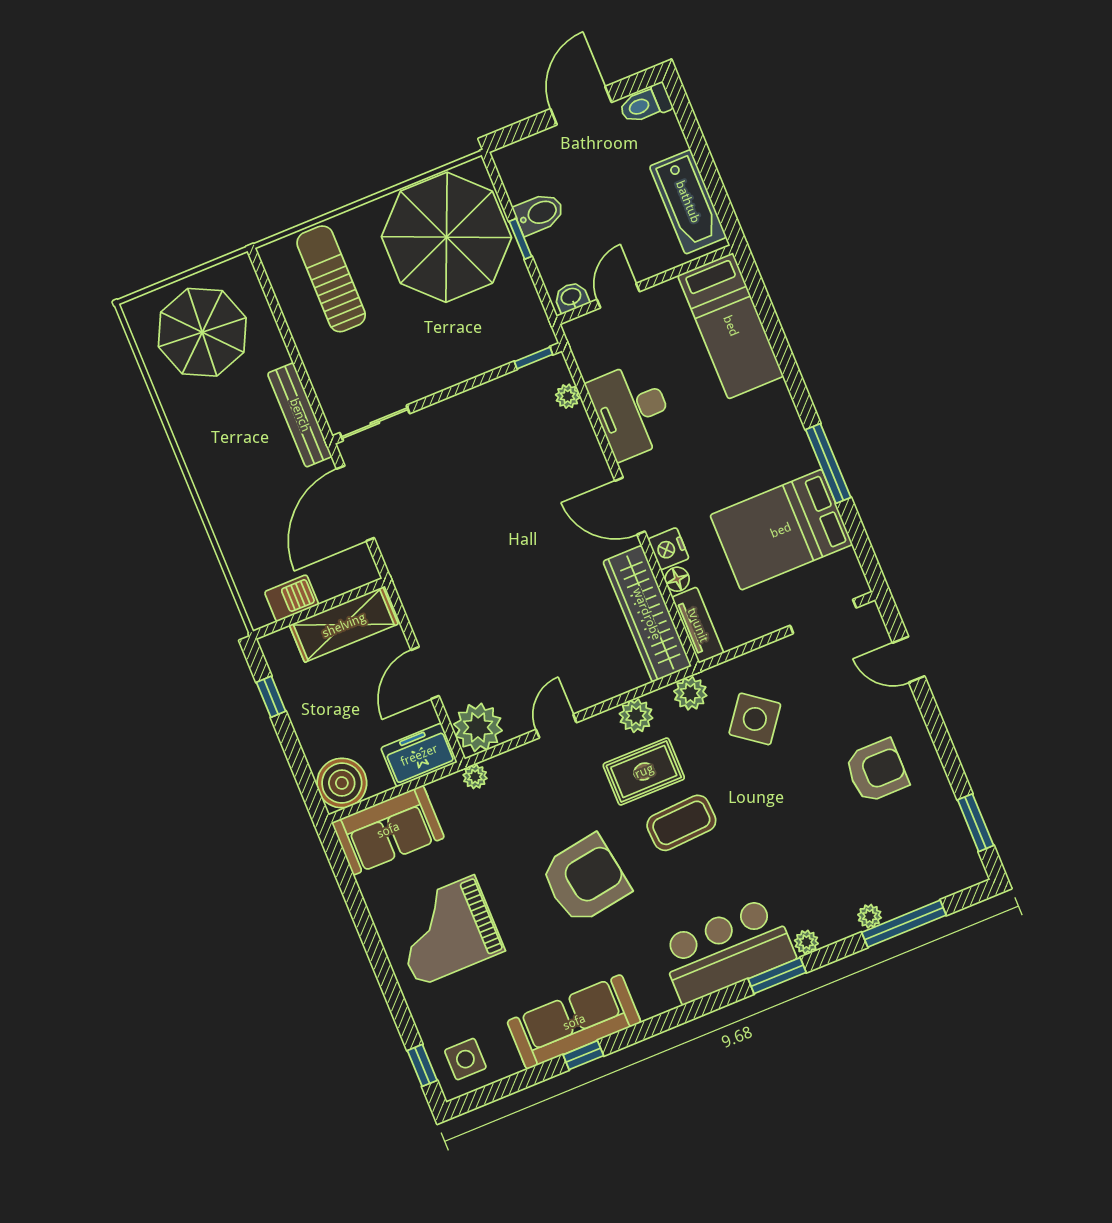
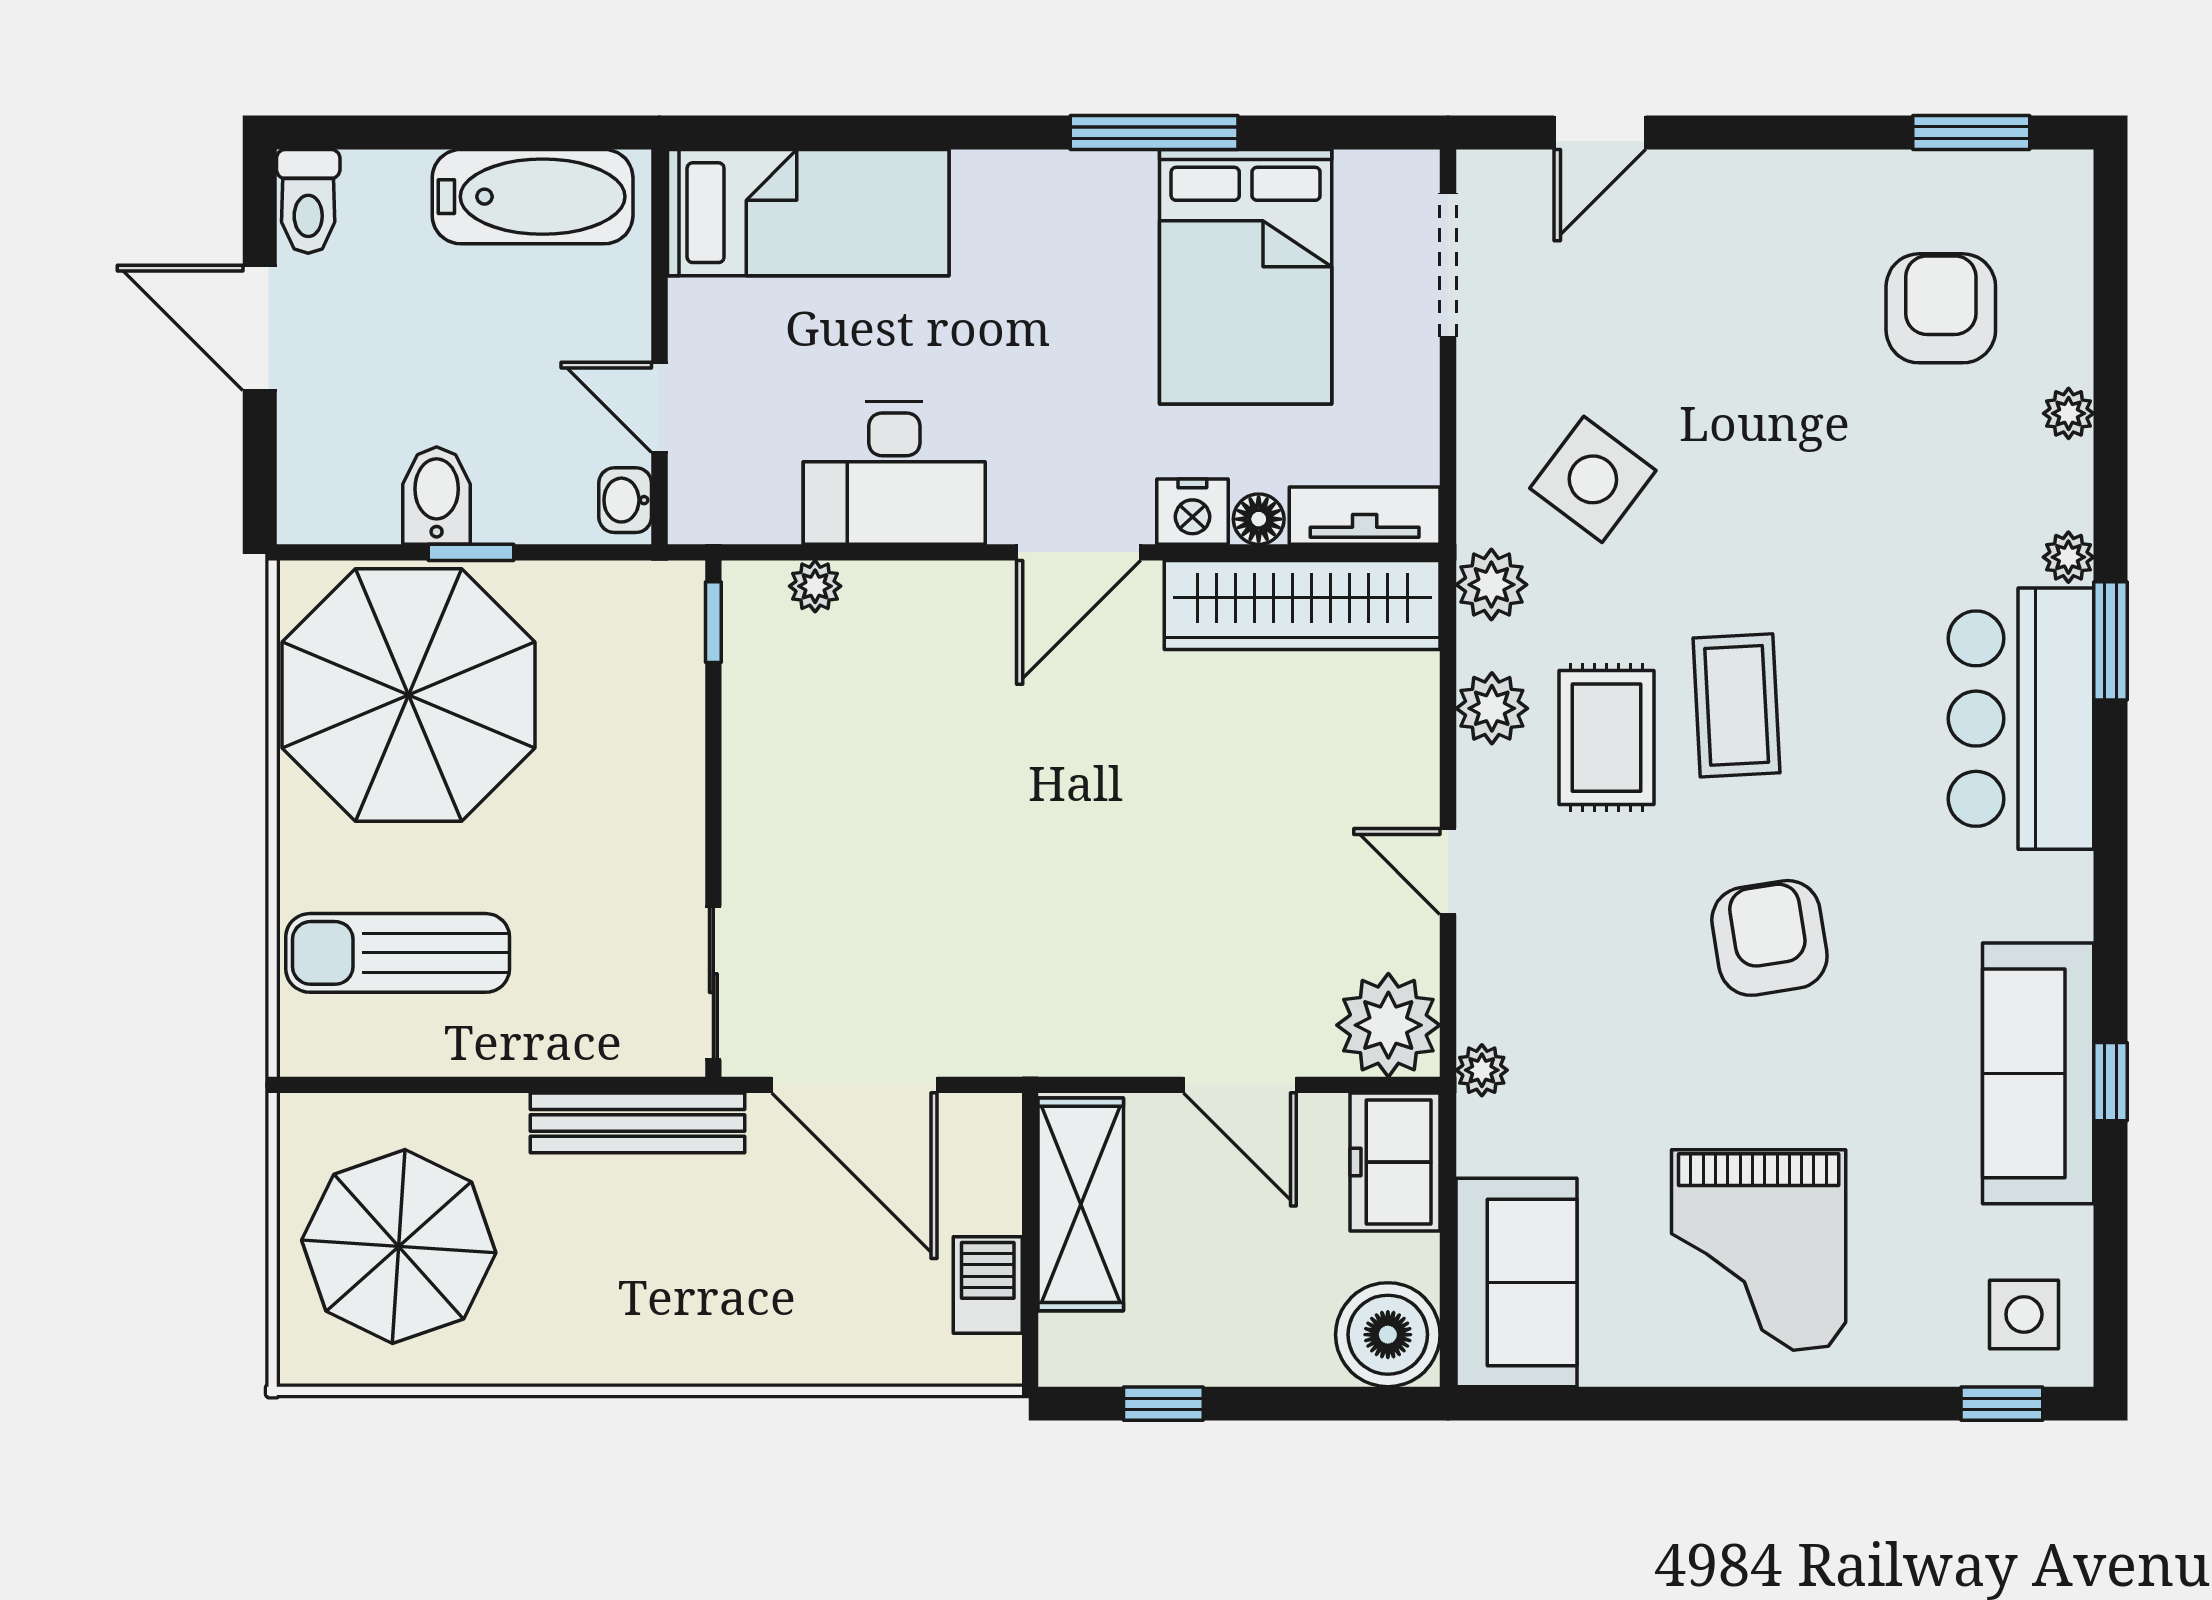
armchair: (877, 771) -> (1941, 308), moved
armchair: (585, 879) -> (1769, 938), width x0.73, depth x0.73
window: (904, 924) -> (2111, 353), removed

